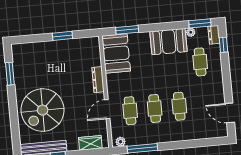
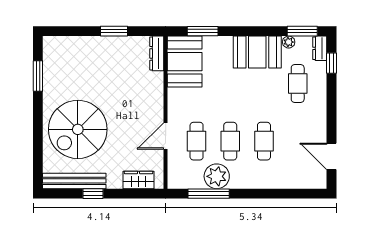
dresser: (98, 80) -> (157, 53), moved
plant: (121, 142) -> (217, 176), moved, width x1.88, depth x1.88

